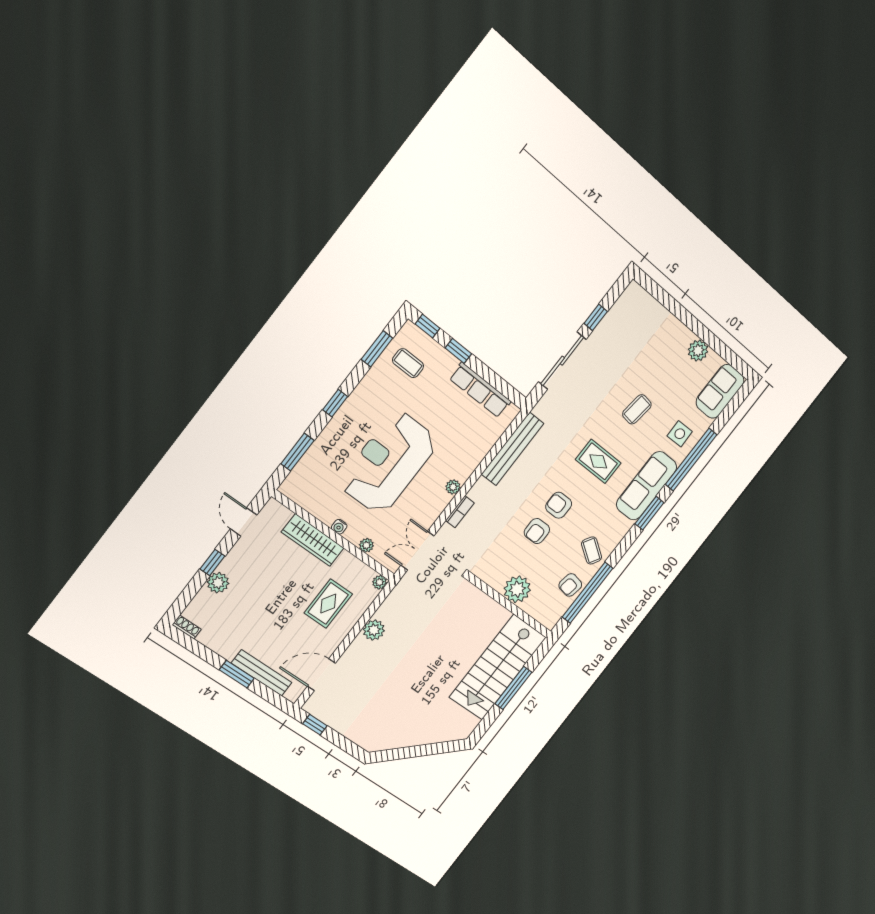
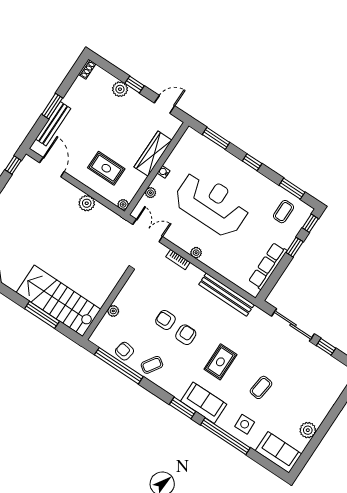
coffee table: (637, 409) -> (261, 387), turned 90
sofa: (647, 486) -> (204, 403), width x0.73
plant: (517, 589) -> (113, 311), width x0.53, depth x0.53

